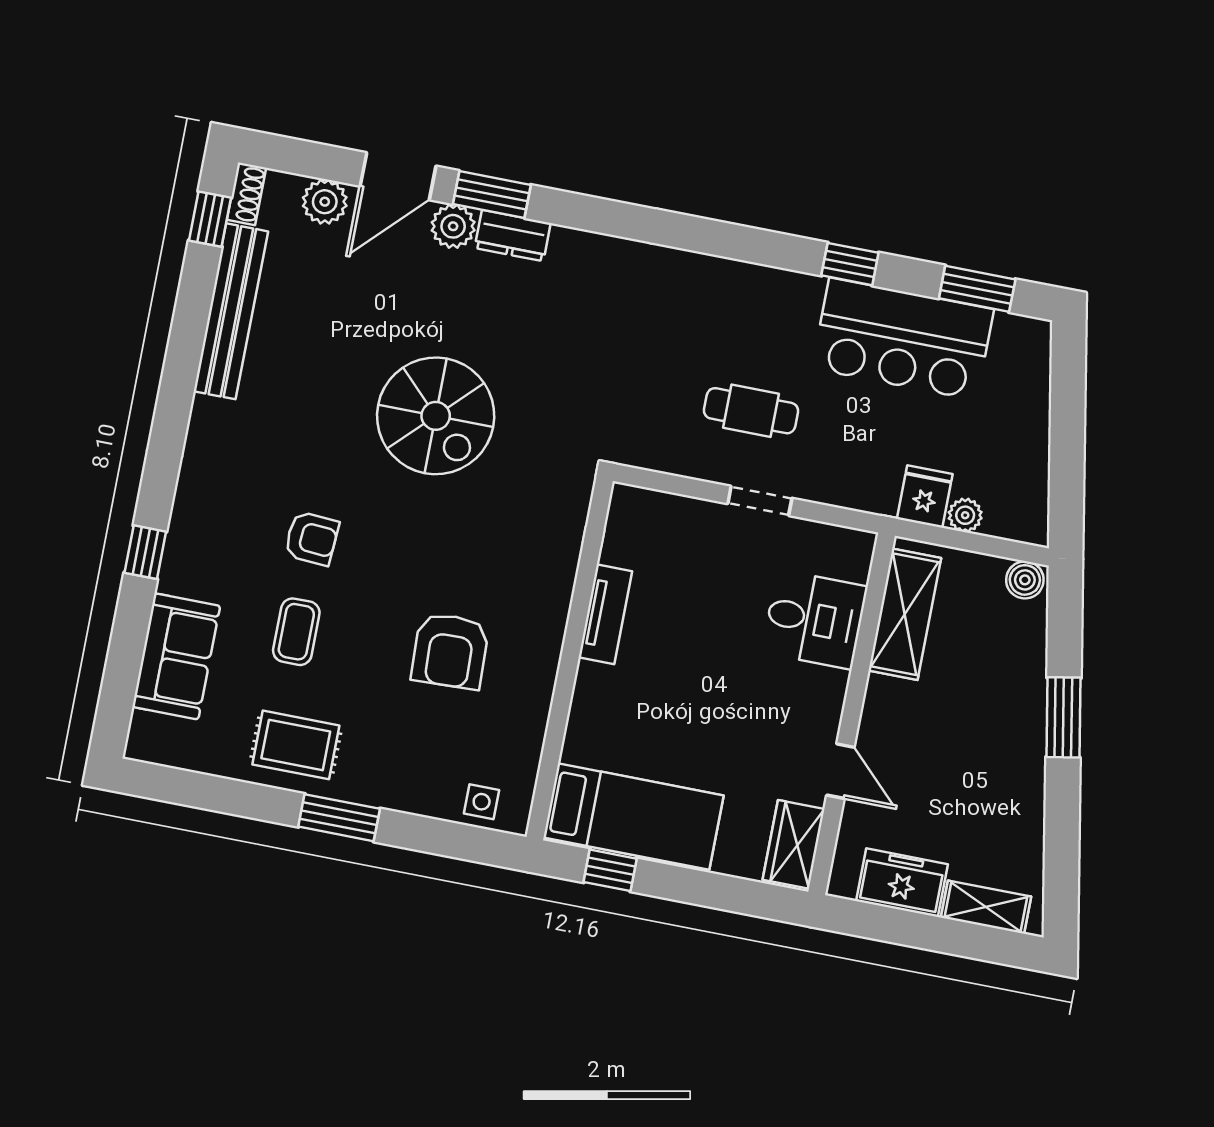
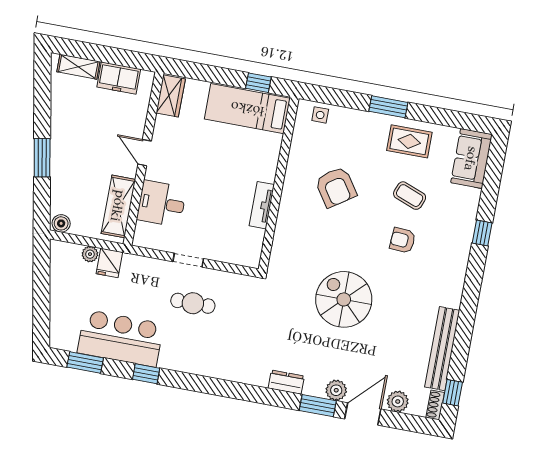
dresser: (513, 235) -> (286, 382), moved
coffee table: (296, 632) -> (410, 196), turned -69
armchair: (450, 651) -> (336, 187), turned 148
sofa: (176, 656) -> (471, 159), moved
door: (840, 771) -> (145, 153), moved

